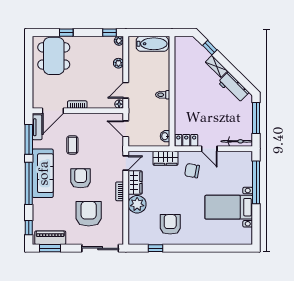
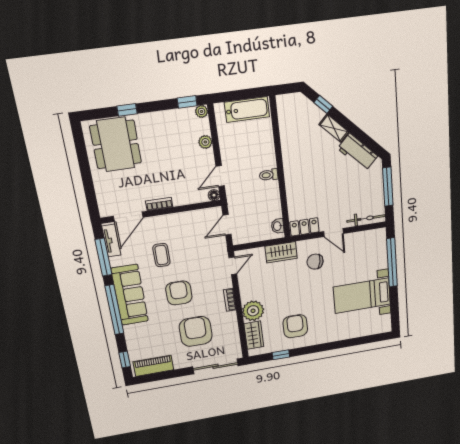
door: (126, 129) -> (227, 225), hinge flipped
wardrobe: (135, 183) -> (254, 335), moved
window: (50, 248) -> (155, 377), removed

